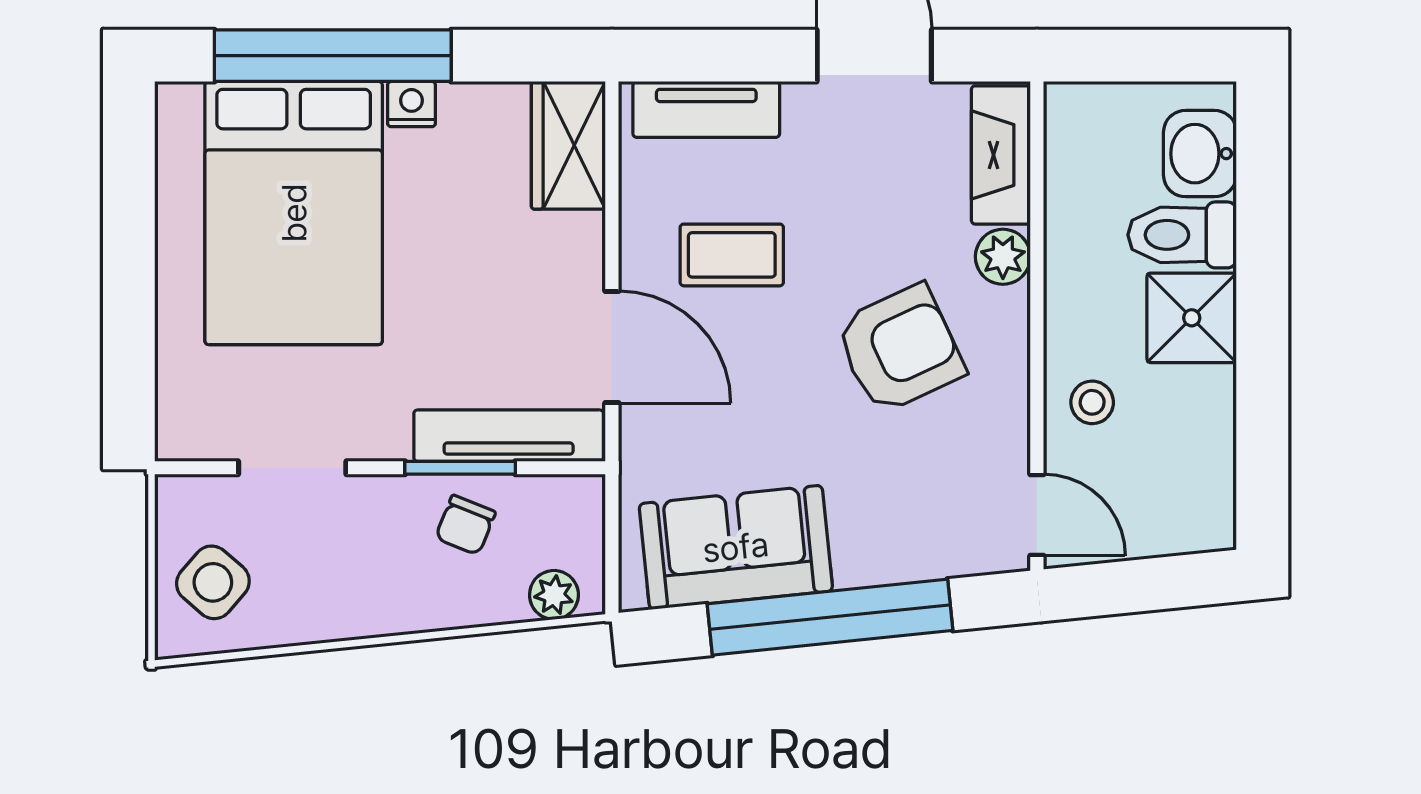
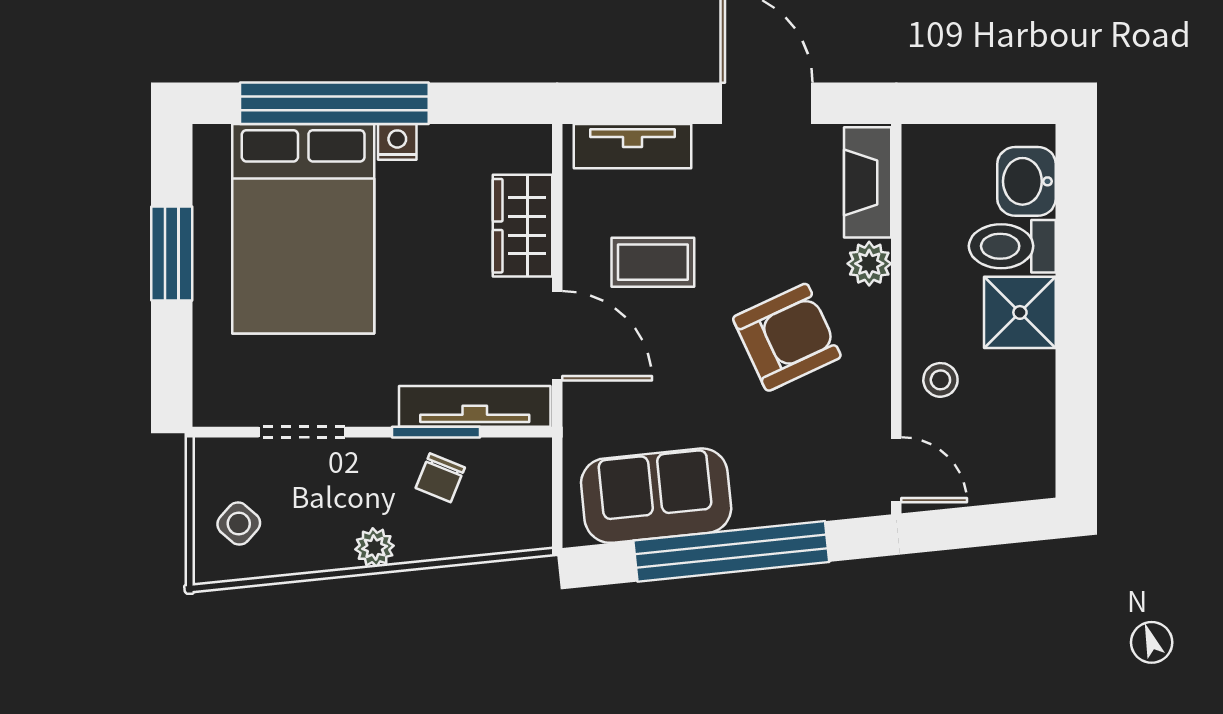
wardrobe: (568, 145) -> (522, 226), moved
window: (129, 244) -> (172, 253), added
side table: (213, 582) -> (239, 524), width x0.73, depth x0.73
plant: (554, 595) -> (375, 547), moved

